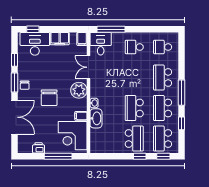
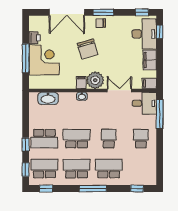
school desk: (163, 47) -> (109, 139), moved
window: (181, 51) -> (137, 188), added
window: (14, 60) -> (142, 12), moved
chair: (49, 98) -> (87, 49), turned -106
filing cabinet: (81, 116) -> (81, 82), moved
washbasin: (96, 118) -> (48, 98), moved
window: (181, 123) -> (46, 188), moved
corner desk: (73, 136) -> (44, 60), moved, turned 90

